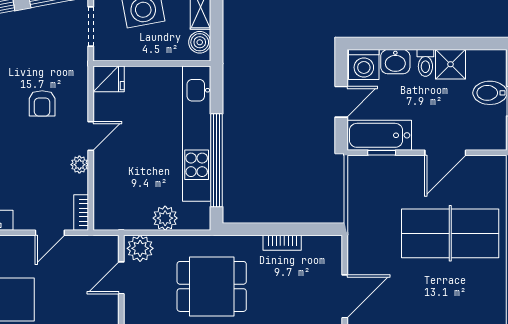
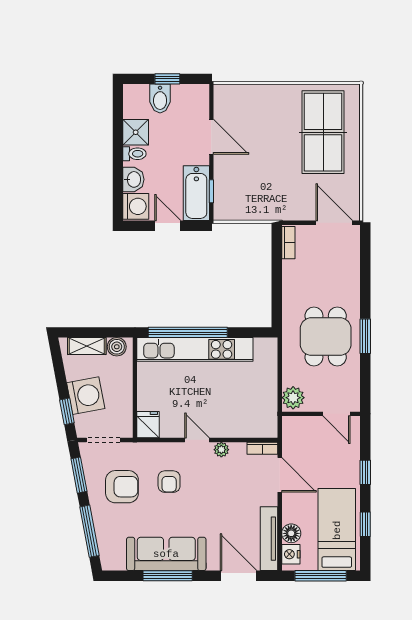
armchair: (36, 48) -> (122, 487), added
armchair: (42, 103) -> (169, 482), turned 90
window: (216, 160) -> (188, 332), moved
plant: (165, 218) -> (267, 376), removed
door: (50, 233) -> (280, 475), width x1.38
table tennis table: (450, 233) -> (323, 132), moved
bookcase: (282, 243) -> (288, 243), moved
door: (121, 278) -> (337, 414), moved

